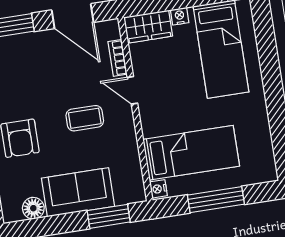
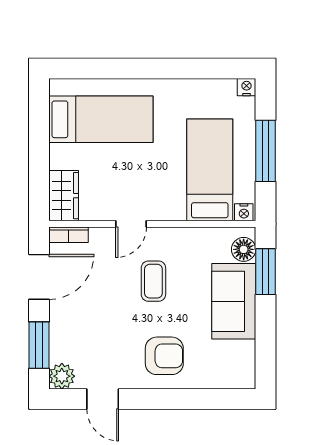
nightstand: (180, 16) -> (246, 87), moved, turned 90
bookcase: (118, 58) -> (69, 235), moved
floor lamp: (33, 208) -> (244, 249), moved

